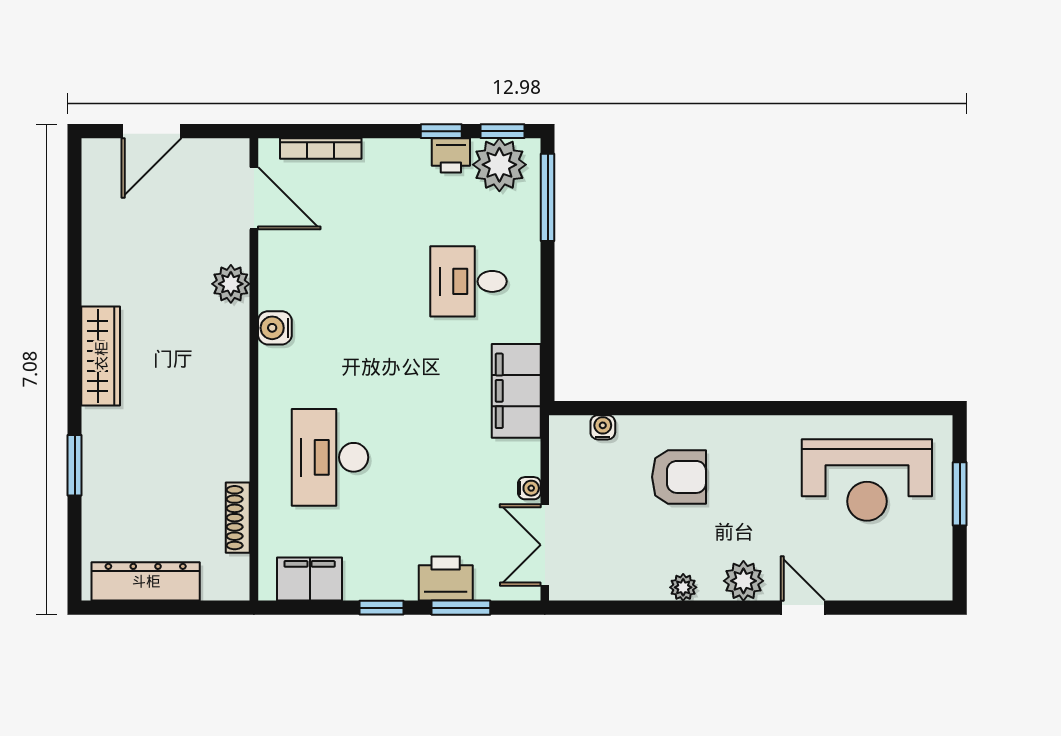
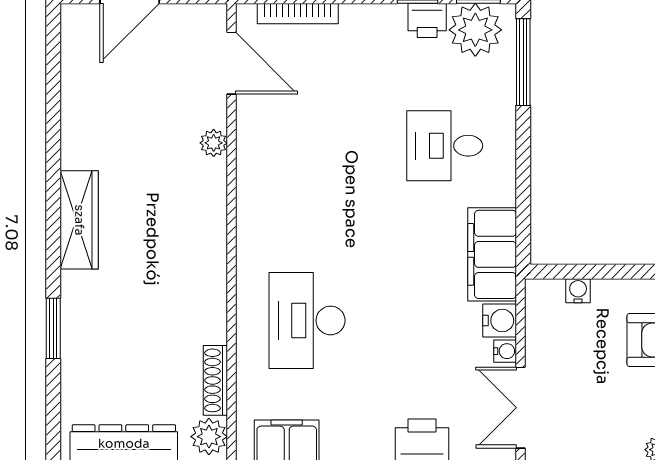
plant: (231, 284) -> (214, 143), width x0.73, depth x0.73
water cooler: (275, 328) -> (500, 321), moved, turned 180
plant: (231, 574) -> (209, 437), added

